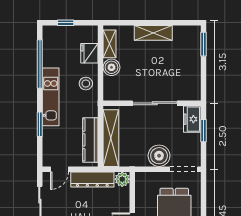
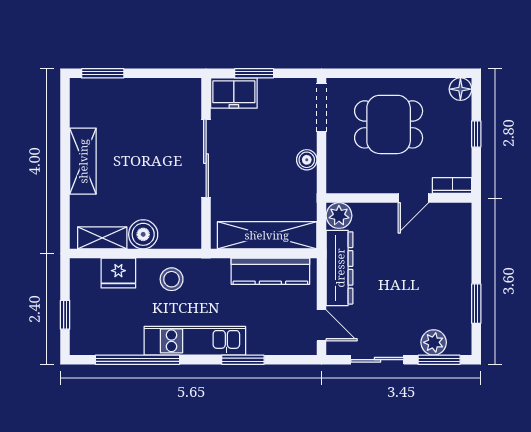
boiler: (159, 156) -> (307, 160), width x0.54, depth x0.54

